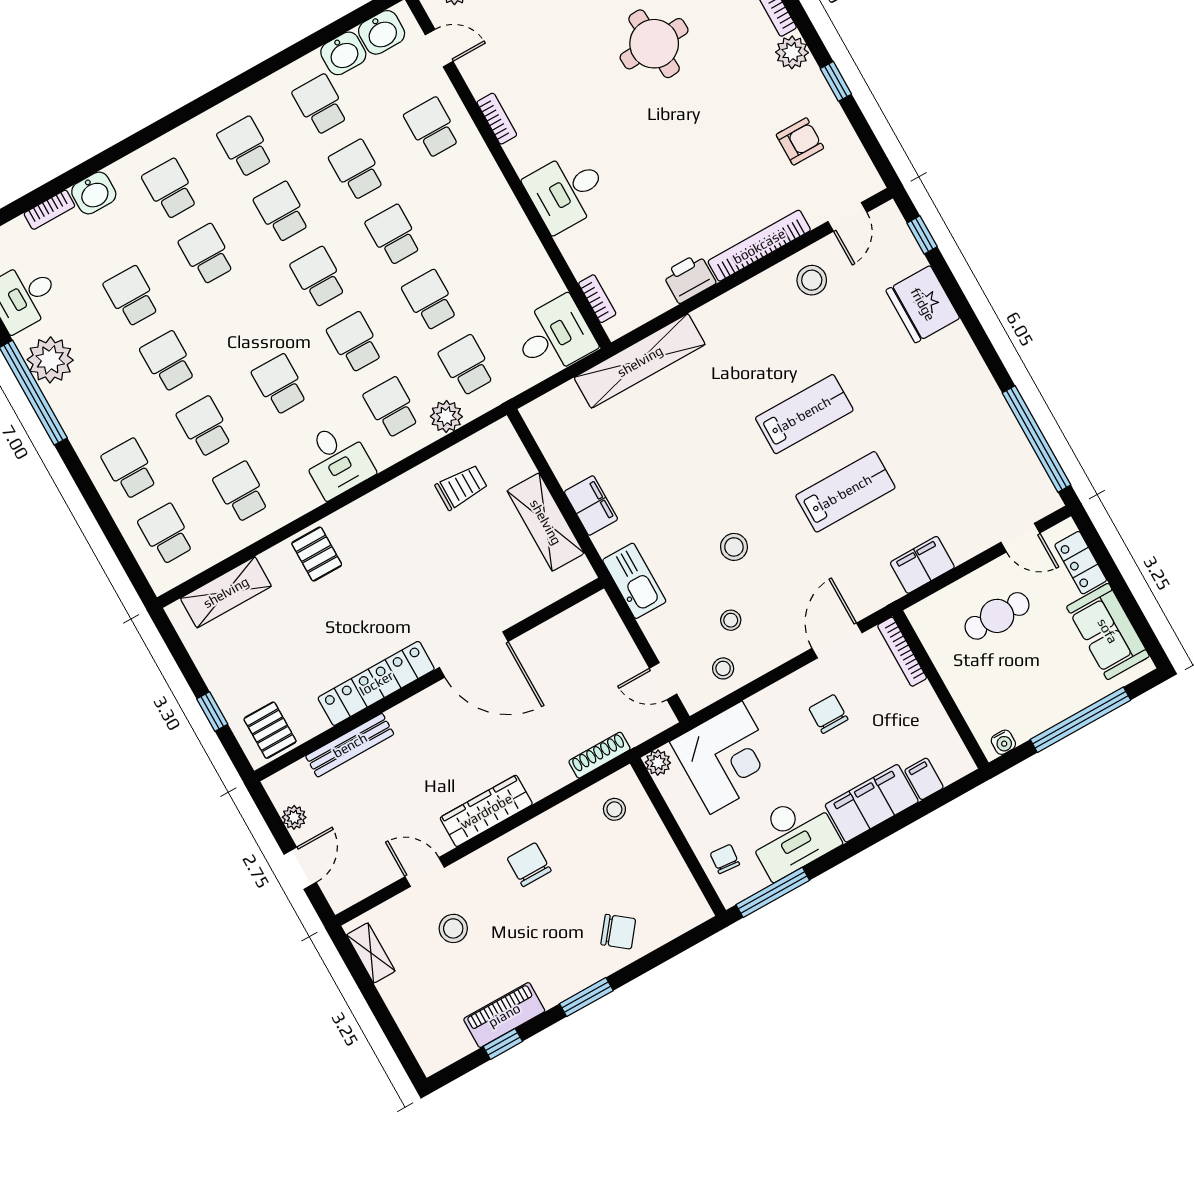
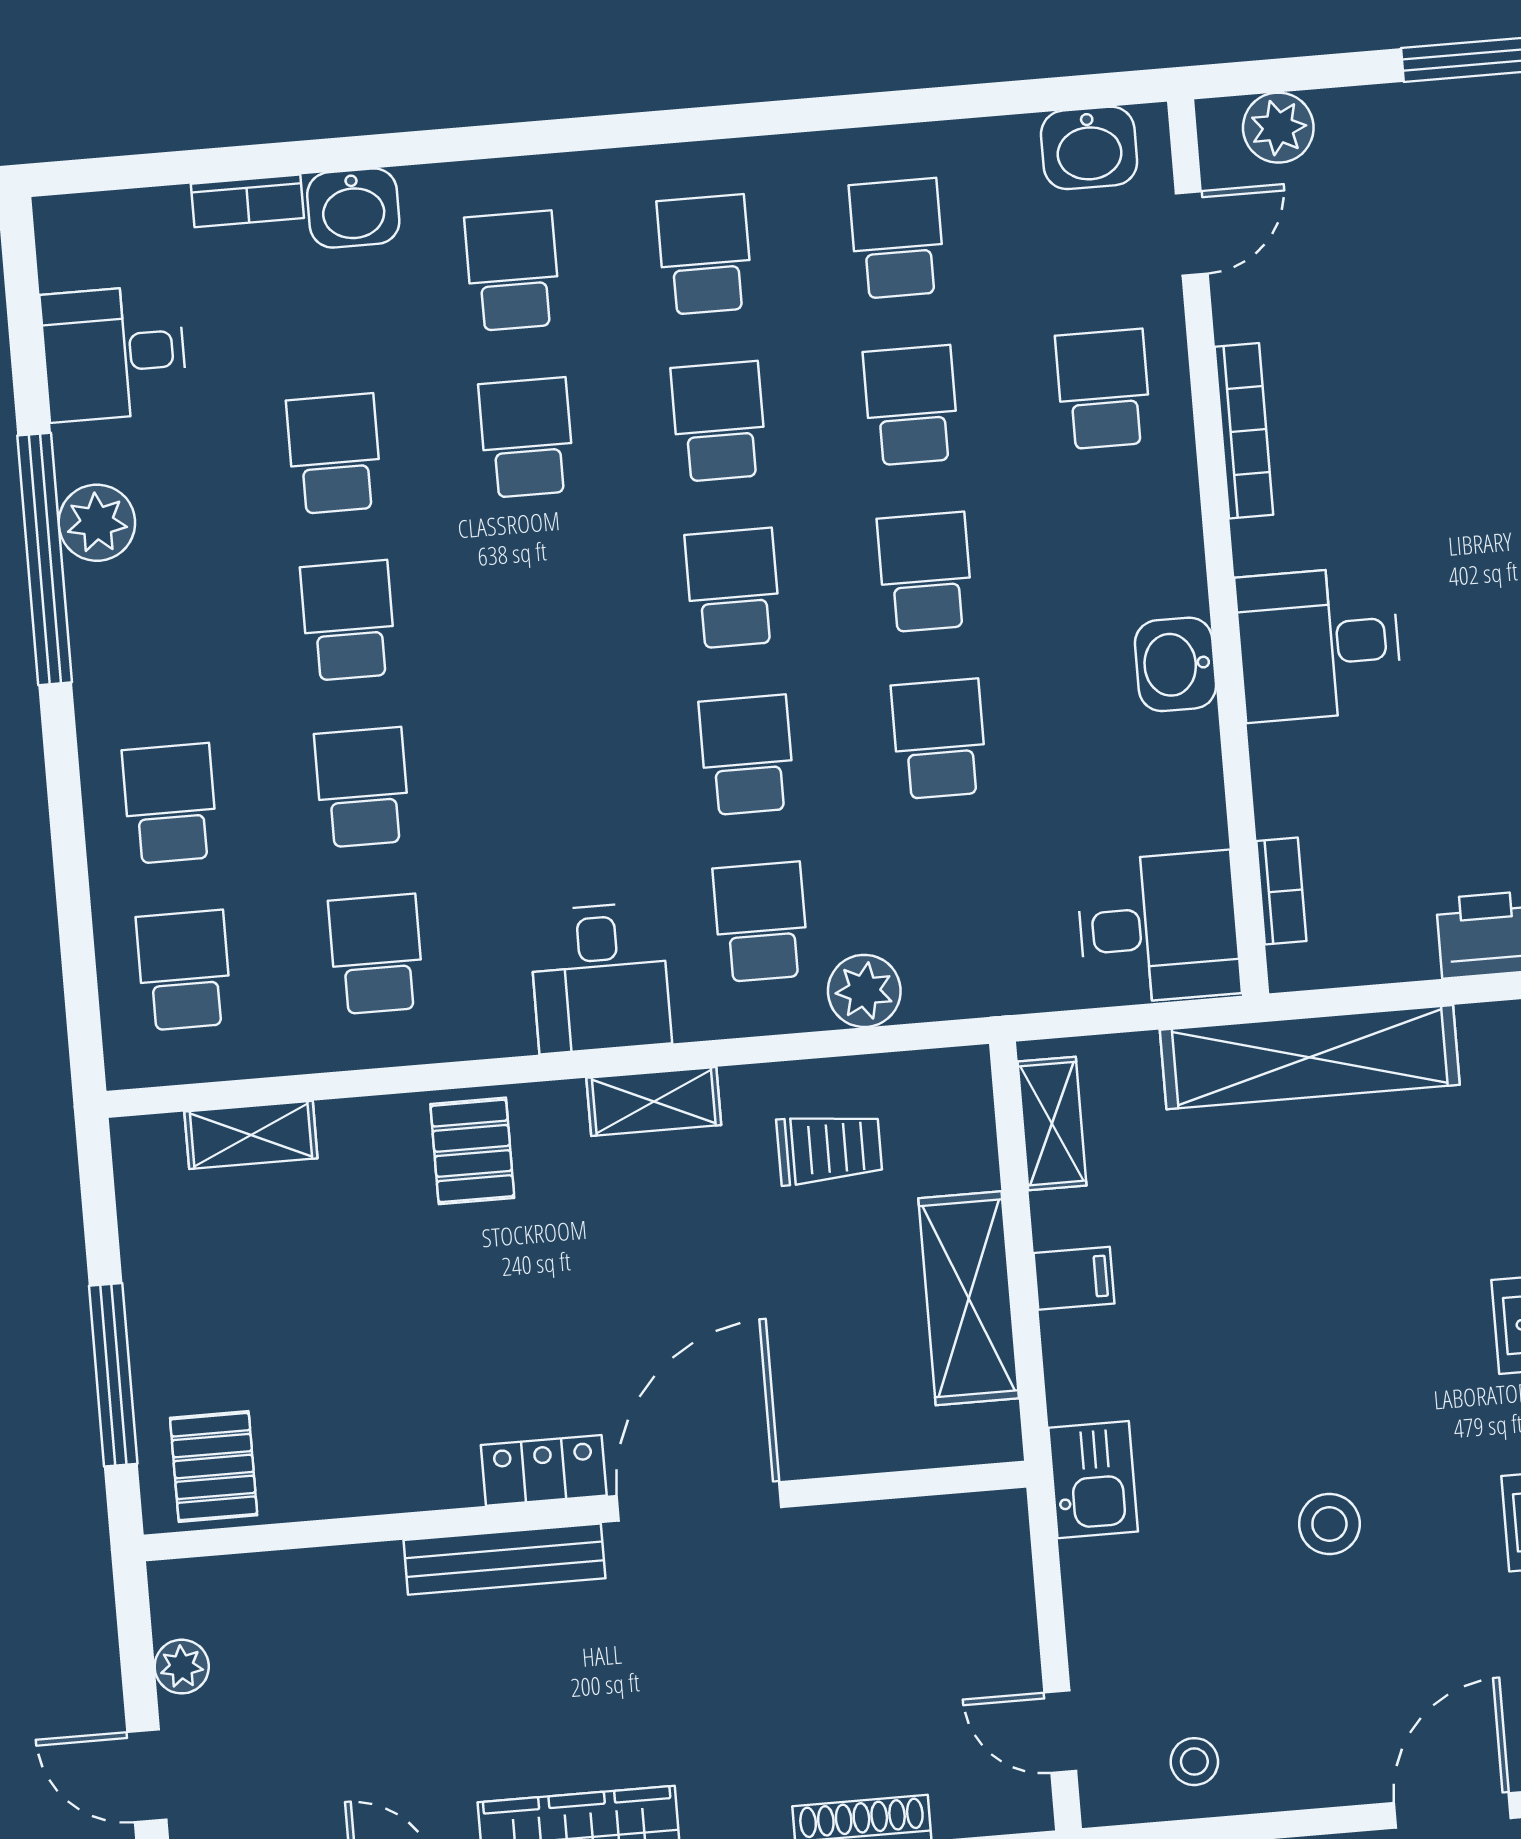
door: (439, 48) -> (1192, 233), hinge flipped
washbasin: (343, 53) -> (1176, 664), moved, turned 90
bookcase: (497, 119) -> (1244, 431), width x1.56
plant: (50, 360) -> (97, 523), width x0.73, depth x0.73
school desk: (467, 365) -> (953, 906), removed
school desk: (280, 385) -> (555, 771), removed
shelving: (547, 436) -> (1052, 1124), added
shelving: (381, 500) -> (654, 1101), added
filing cabinet: (591, 506) -> (1074, 1278), width x0.50
kitchen sink: (634, 581) -> (1093, 1480), width x0.73
shelving: (226, 592) -> (251, 1135), width x0.67, depth x0.75
stool: (731, 620) -> (1255, 1670), removed
door: (474, 654) -> (699, 1501), swing flipped
locker: (376, 683) -> (544, 1470), width x0.46, depth x0.83
window: (212, 711) -> (113, 1375), width x2.17
bench: (350, 745) -> (504, 1559), moved
door: (300, 868) -> (147, 1776), swing flipped

